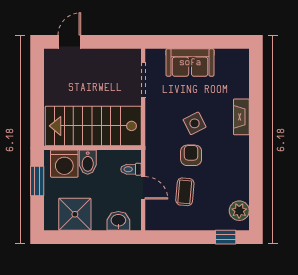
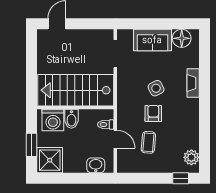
floor lamp: (227, 60) -> (182, 38), added
window: (37, 181) -> (31, 145), moved
shower: (75, 214) -> (50, 160), moved

